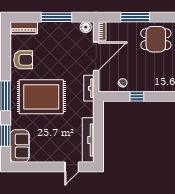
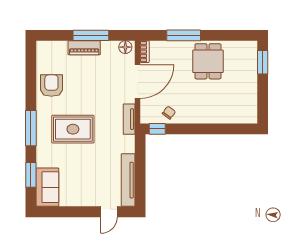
piano: (24, 28) -> (84, 48), moved
dining table: (156, 39) -> (208, 61), turned 90
armchair: (23, 60) -> (51, 86), turned -90
window: (137, 96) -> (157, 129), moved
rug: (41, 97) -> (73, 129), width x0.73, depth x0.69

